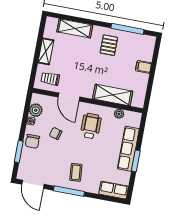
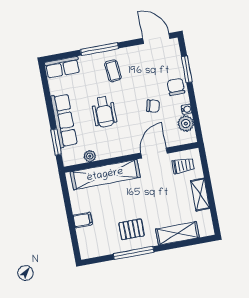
window: (127, 29) -> (134, 253), moved
pallet: (109, 45) -> (131, 229), turned 90
shelving: (113, 95) -> (105, 175), width x1.47
door: (69, 97) -> (154, 153), hinge flipped
wheelchair: (91, 126) -> (104, 112), moved
window: (136, 161) -> (56, 142), moved
window: (69, 191) -> (99, 49), moved

